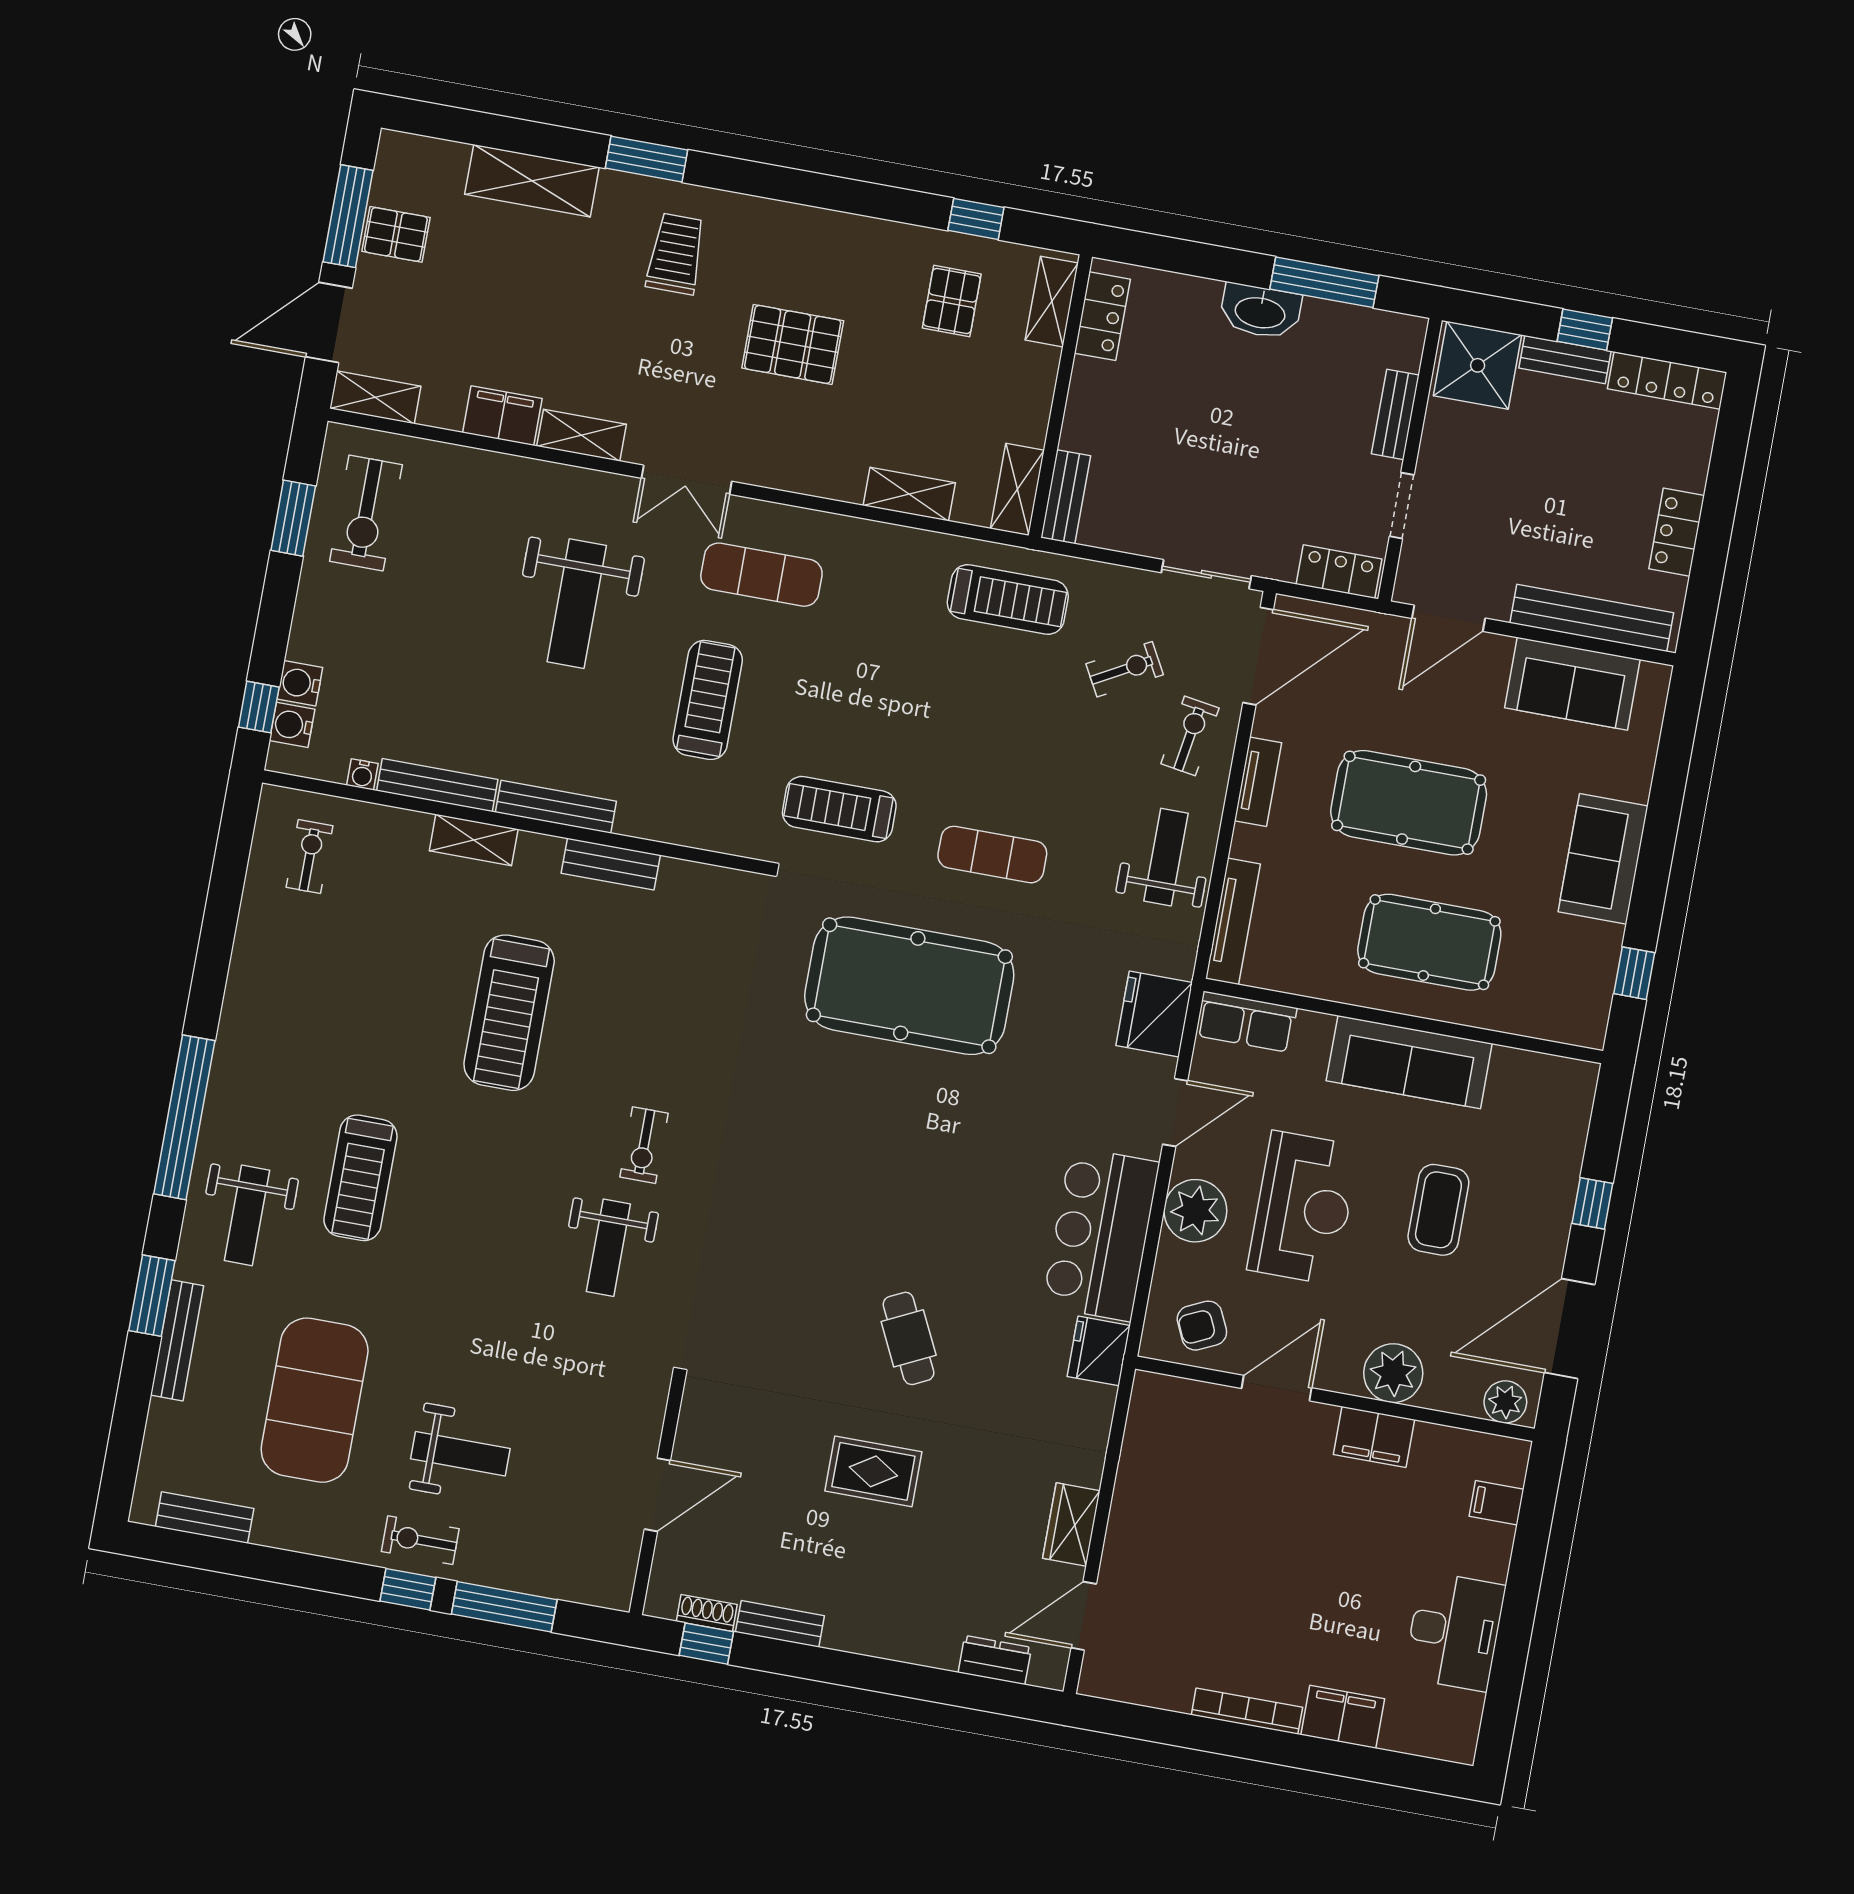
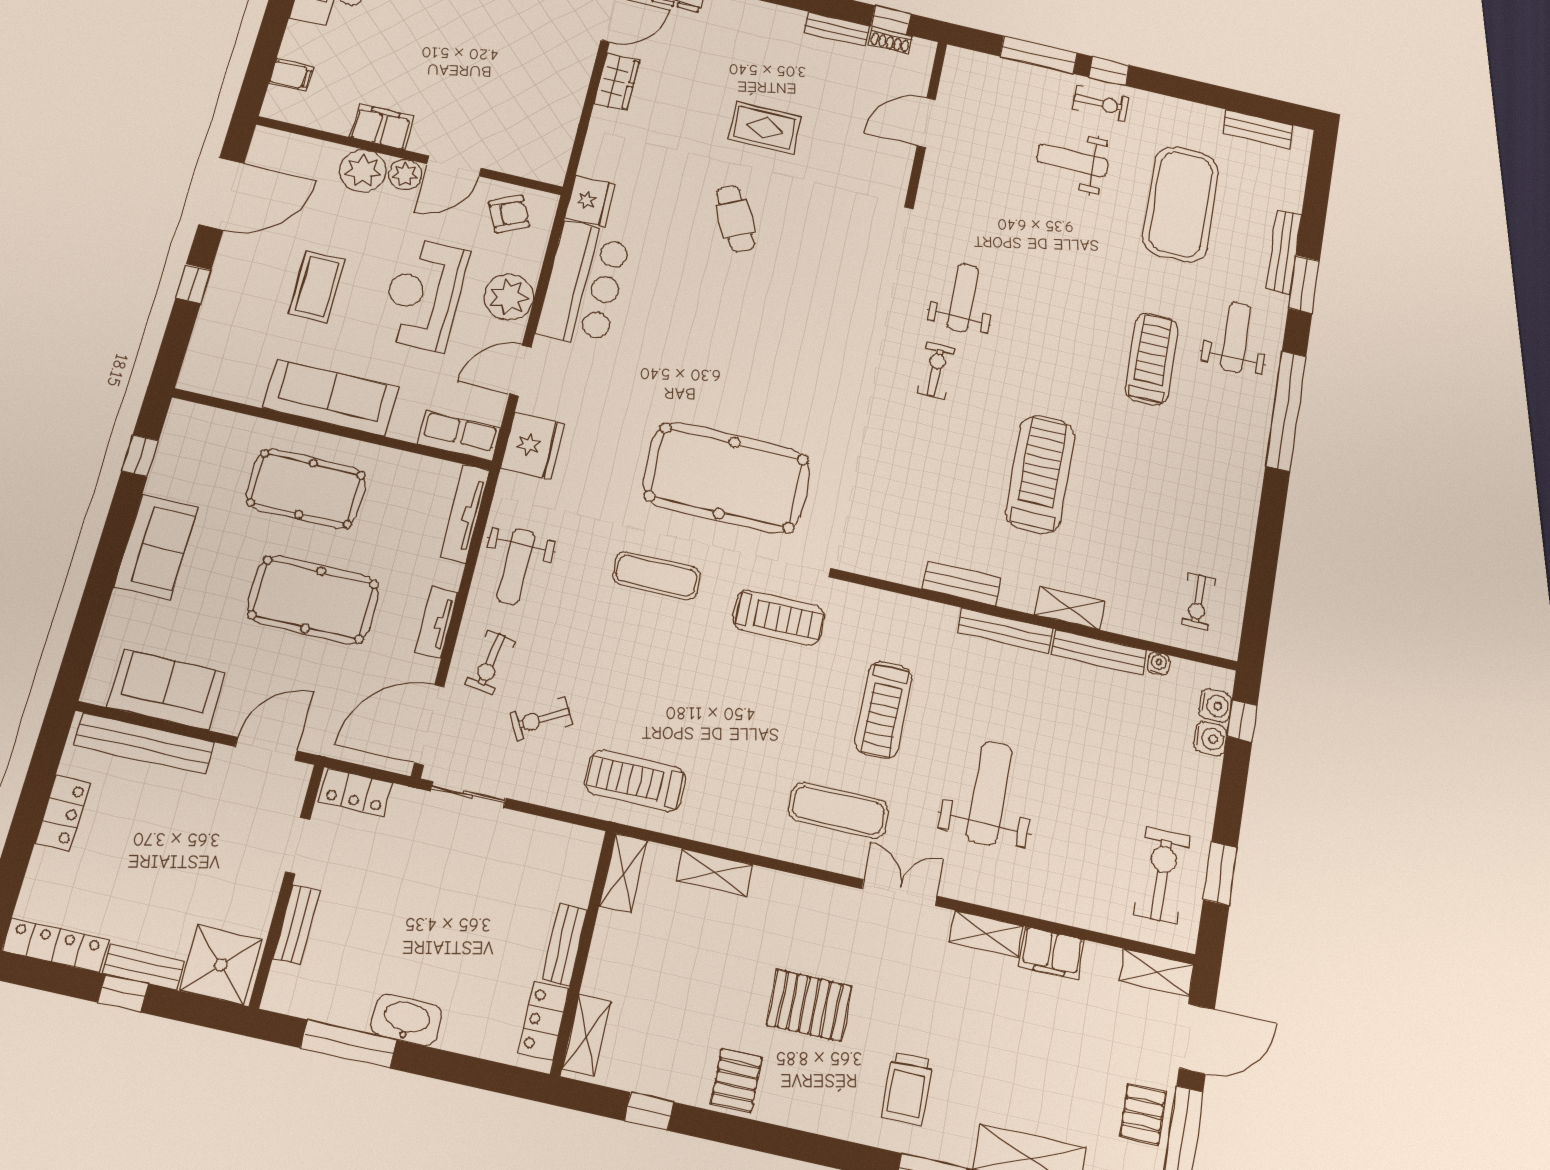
pallet: (396, 234) -> (1143, 1114), turned 90
pallet: (952, 301) -> (736, 1080), moved
bench: (1066, 497) -> (565, 944), moved
plant: (1505, 1402) -> (405, 175), moved

